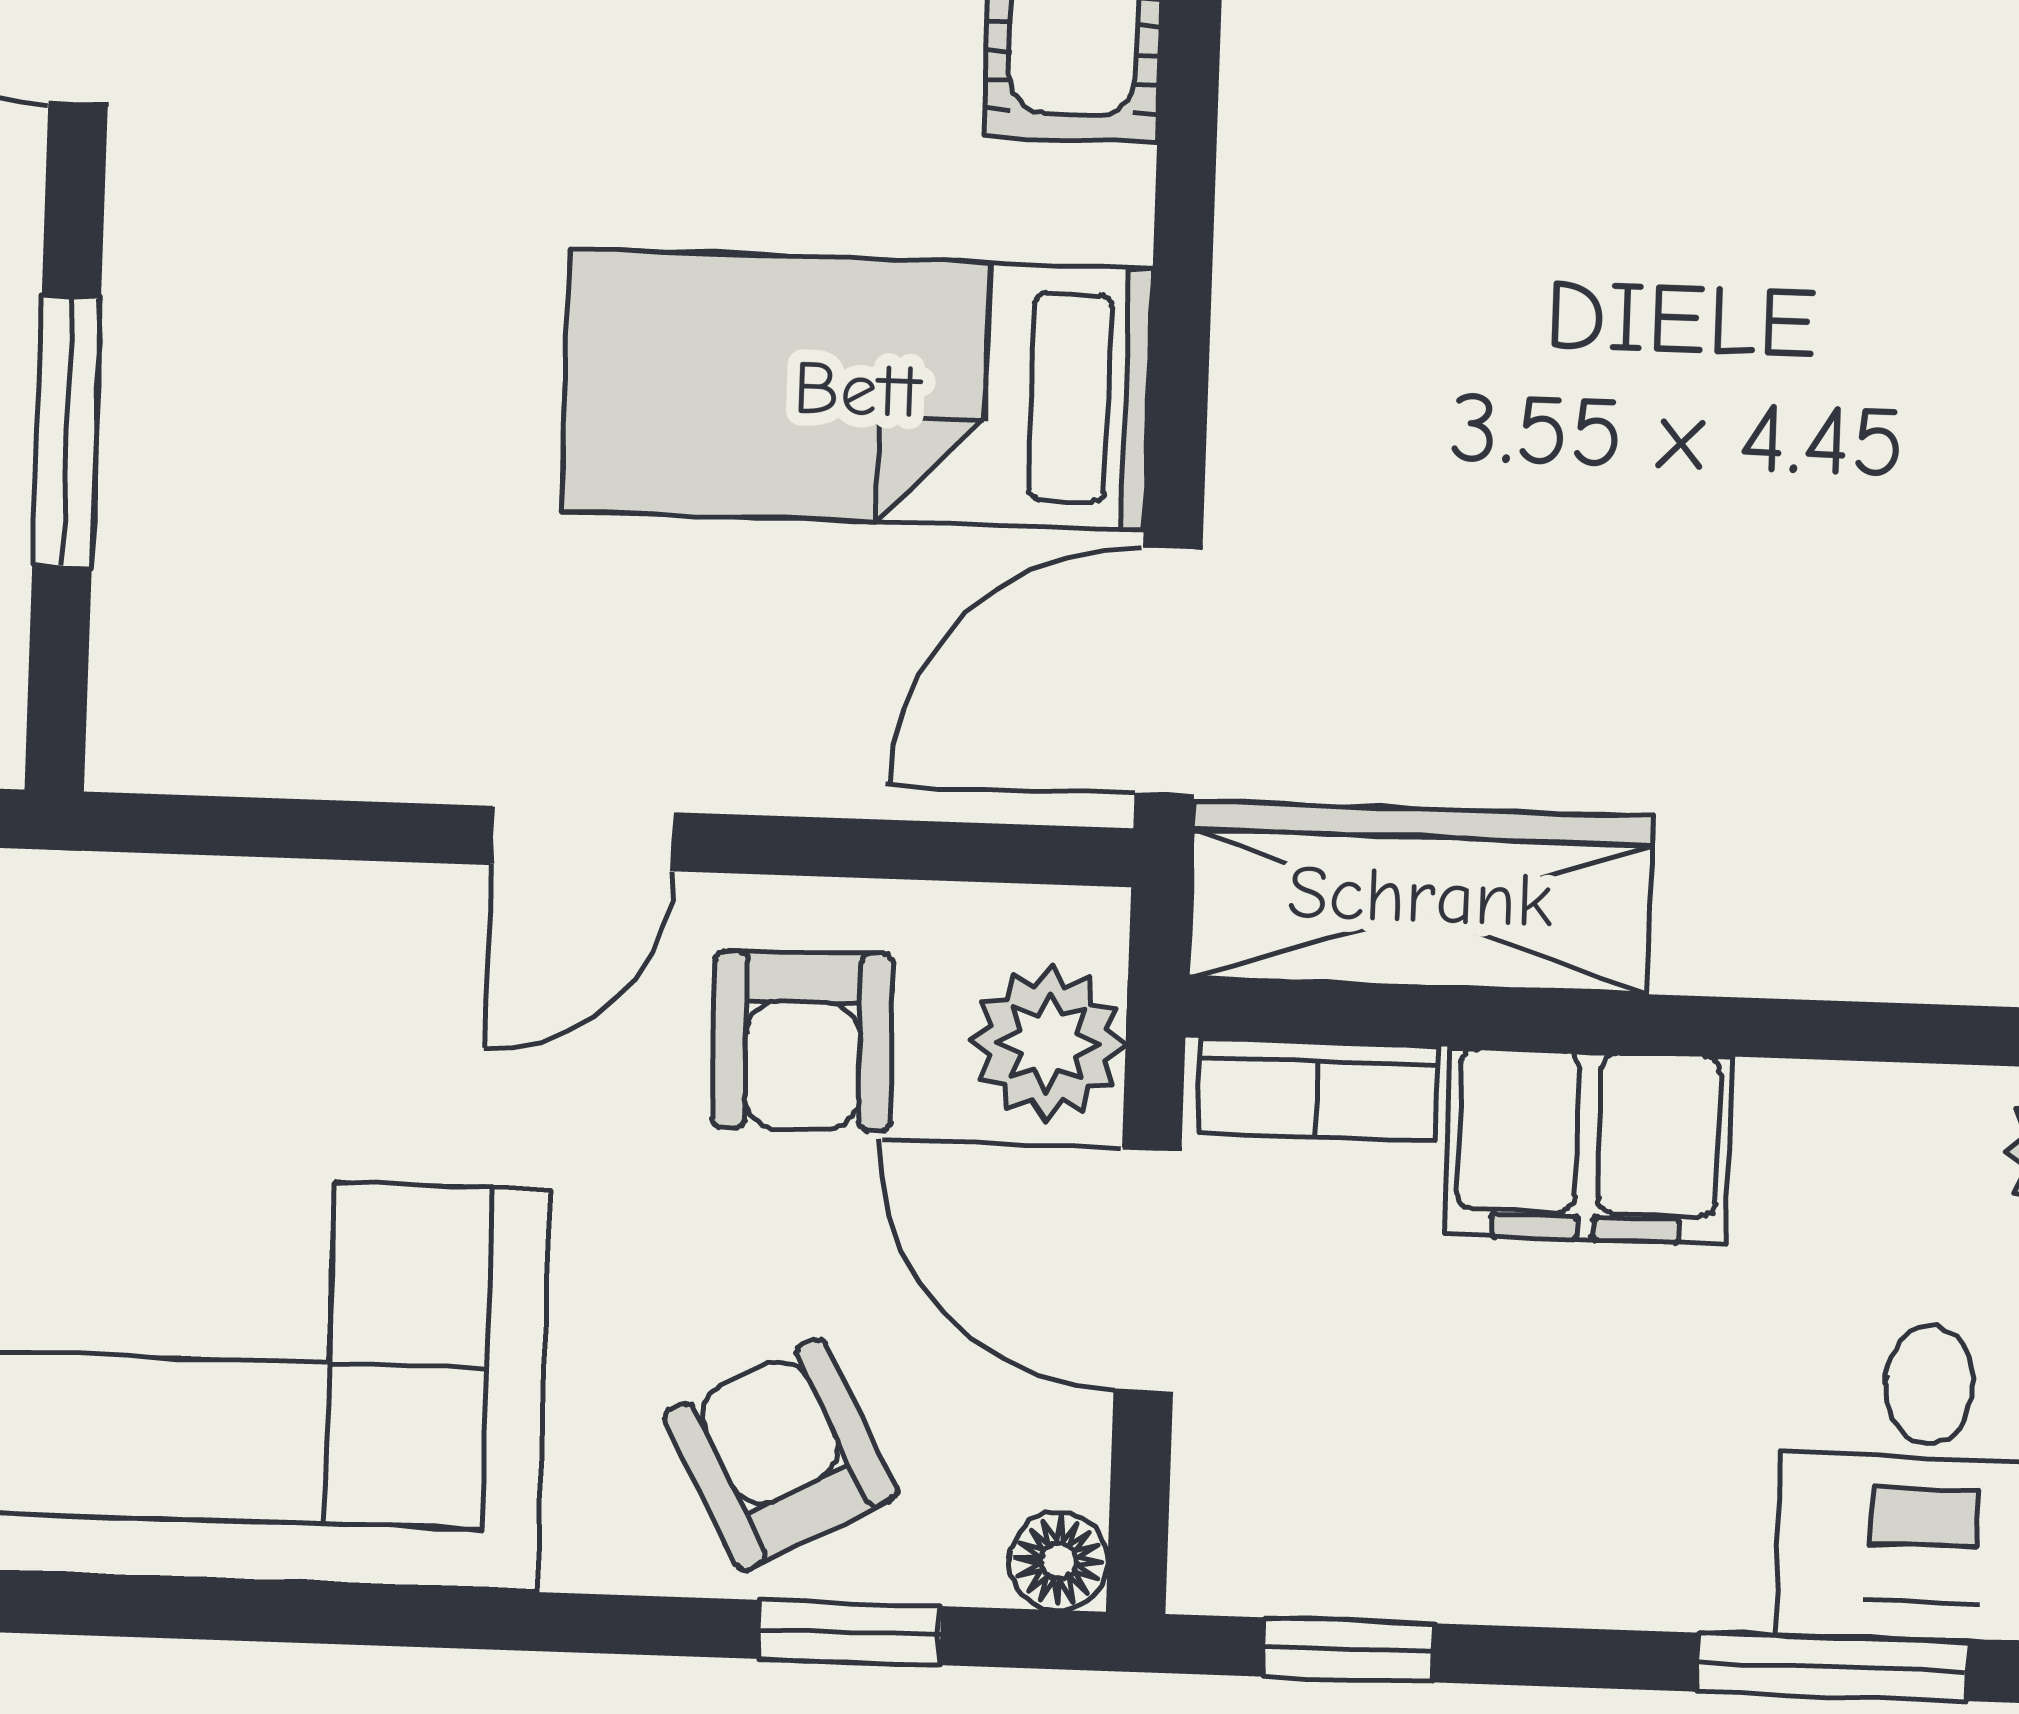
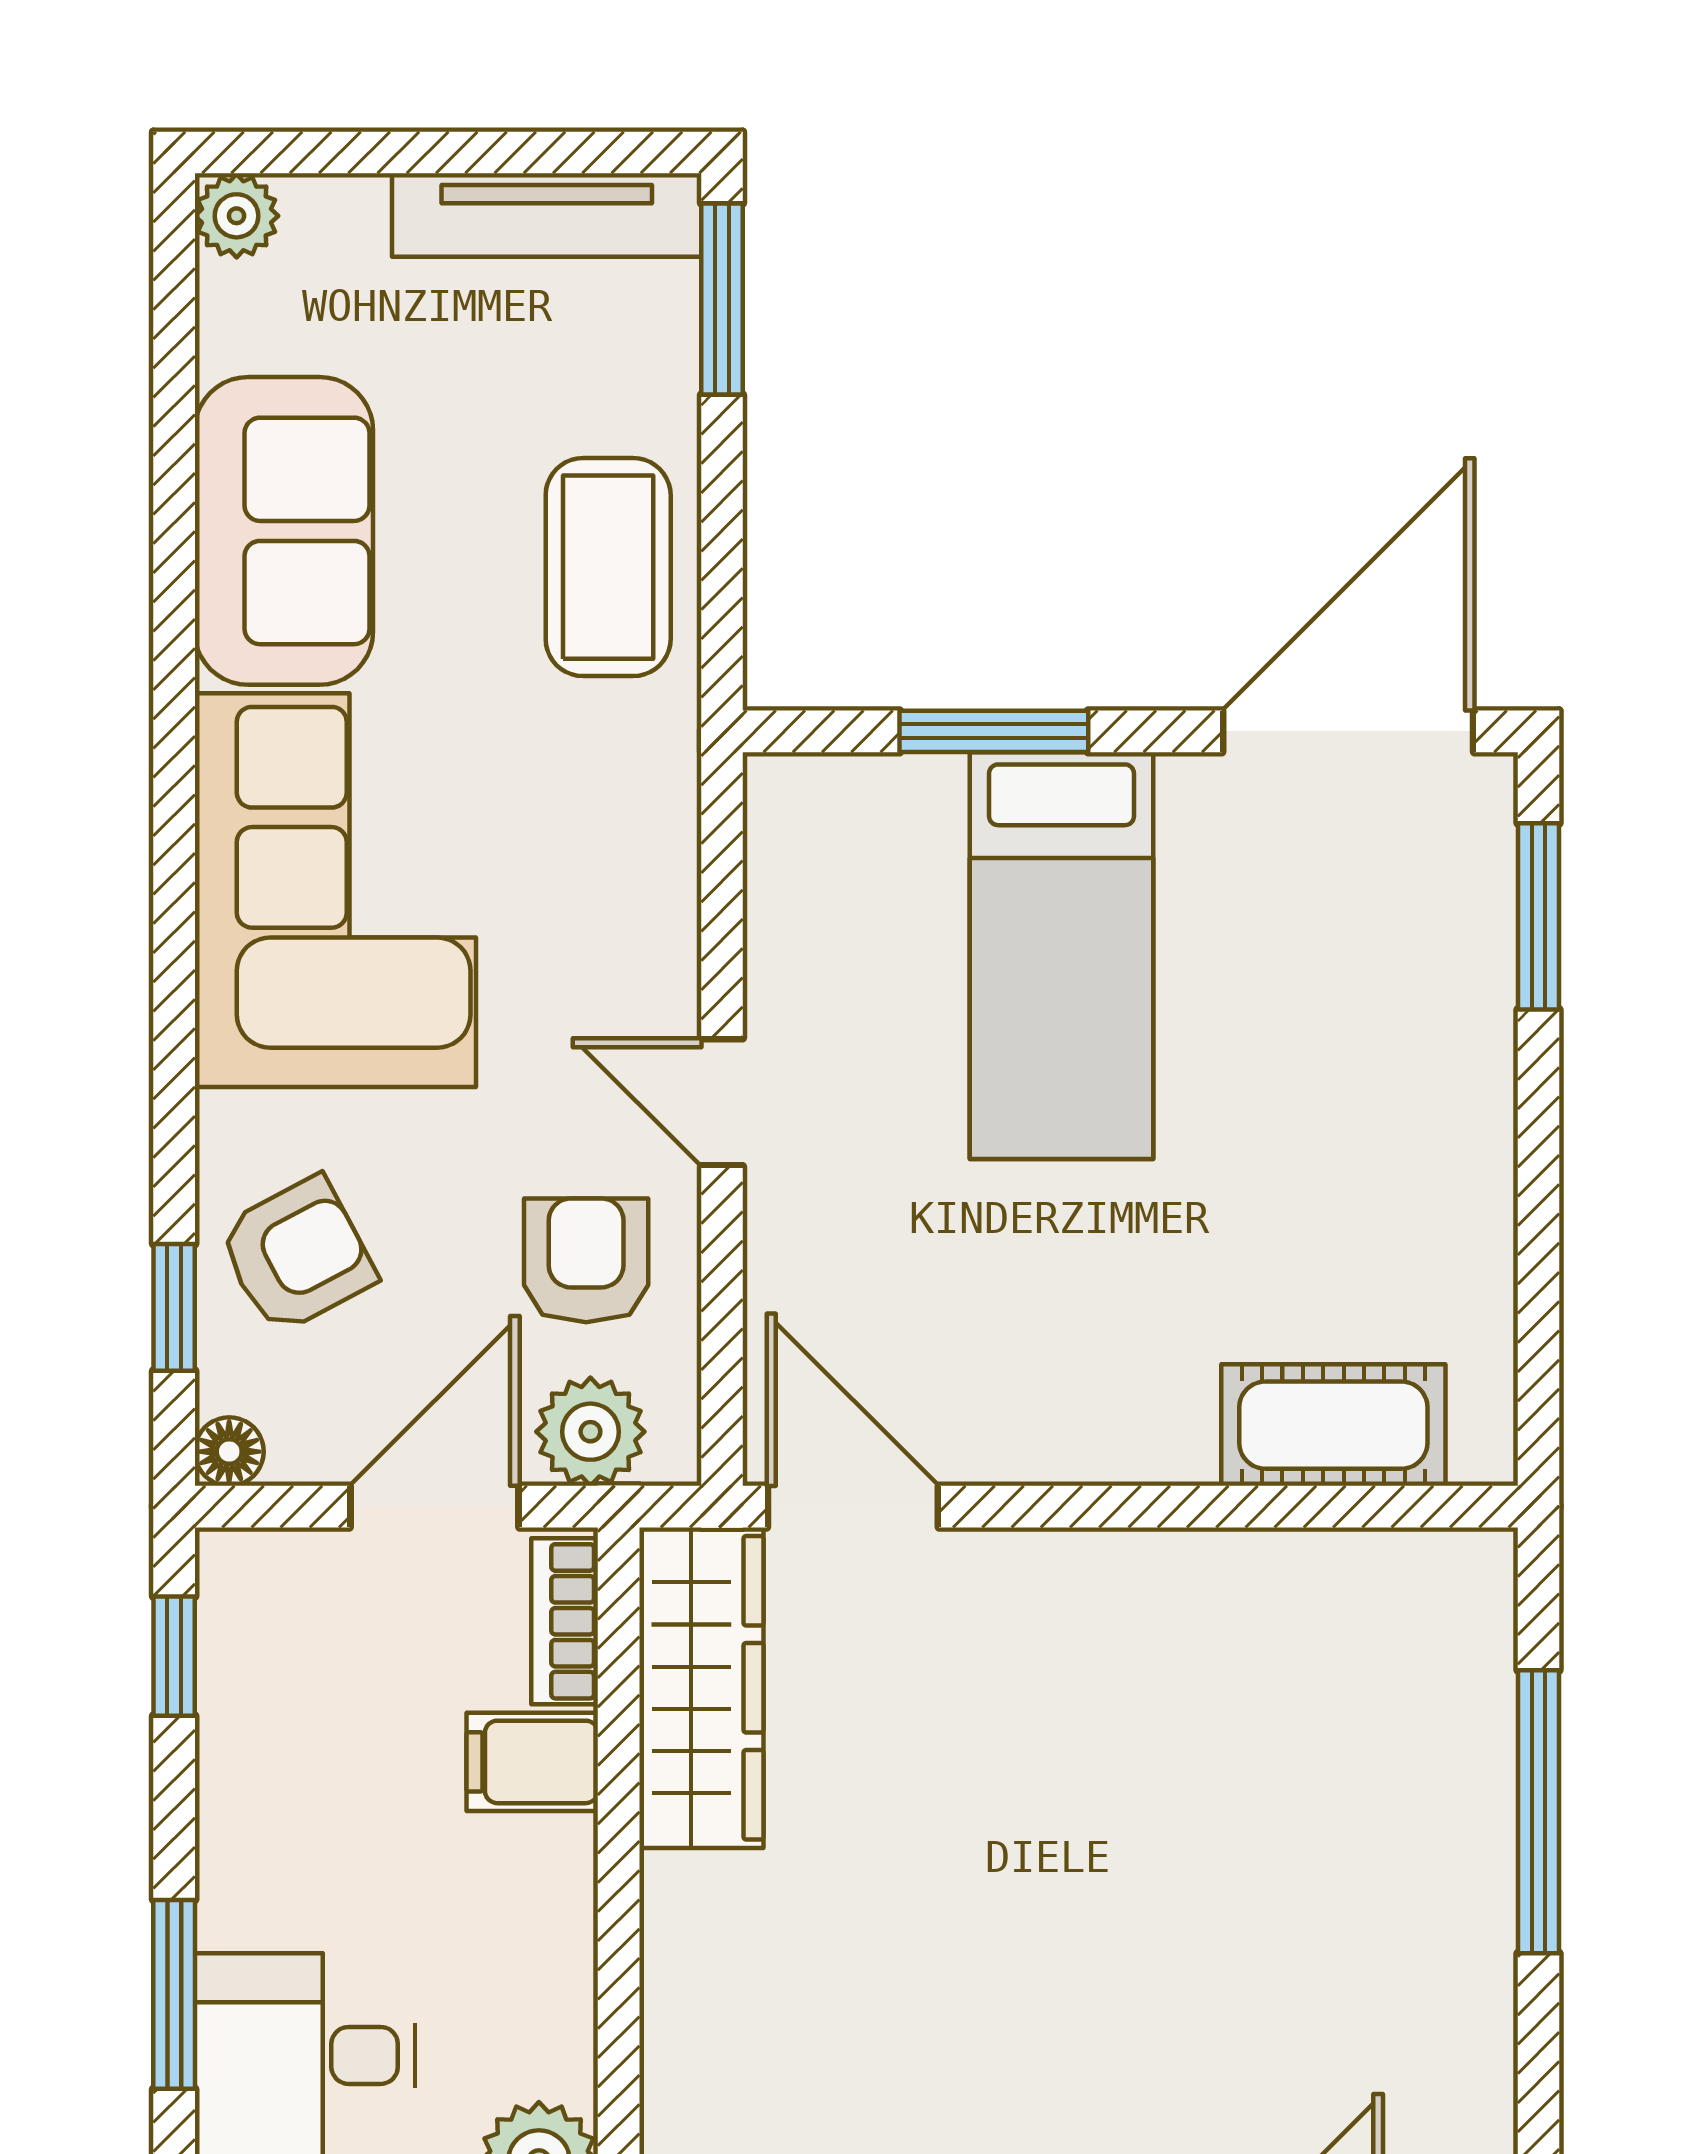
bed: (857, 390) -> (1062, 956), moved, turned 180
armchair: (803, 1041) -> (586, 1260), turned 91
filing cabinet: (1588, 1145) -> (532, 1762), width x0.50

